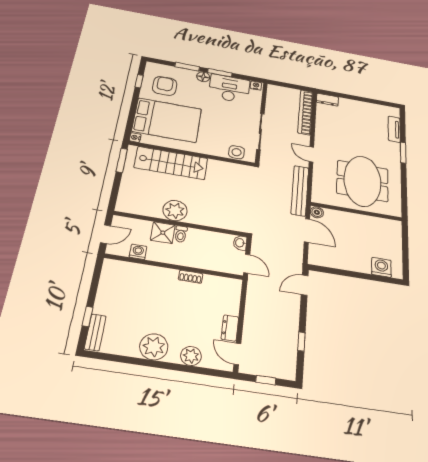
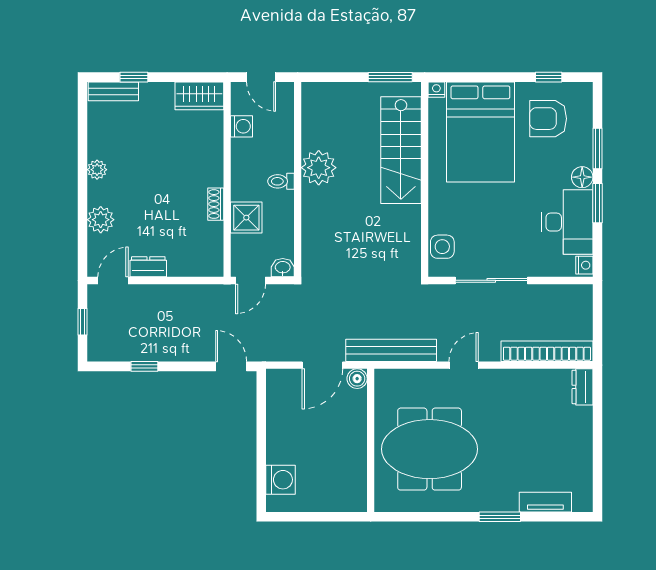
armchair: (165, 86) -> (548, 119), turned 180
shower: (163, 233) -> (246, 218), moved
wardrobe: (111, 275) -> (199, 96), added
plant: (154, 347) -> (97, 170), width x0.53, depth x0.53

